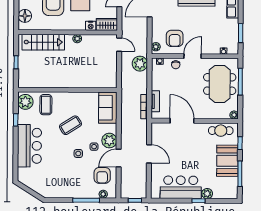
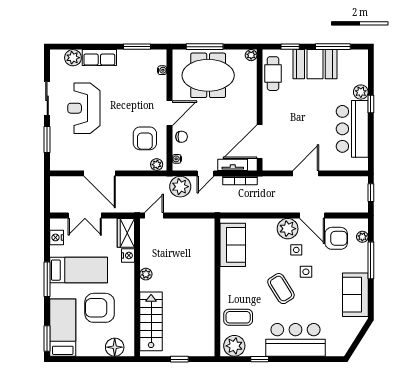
armchair: (175, 38) -> (145, 138), turned 90
door: (193, 56) -> (170, 113), swing flipped
door: (149, 82) -> (206, 173), added
sofa: (108, 108) -> (233, 245), moved, turned -90
door: (182, 121) -> (260, 142), moved
coffee table: (70, 125) -> (281, 289), moved
sofa: (62, 189) -> (355, 295), added

